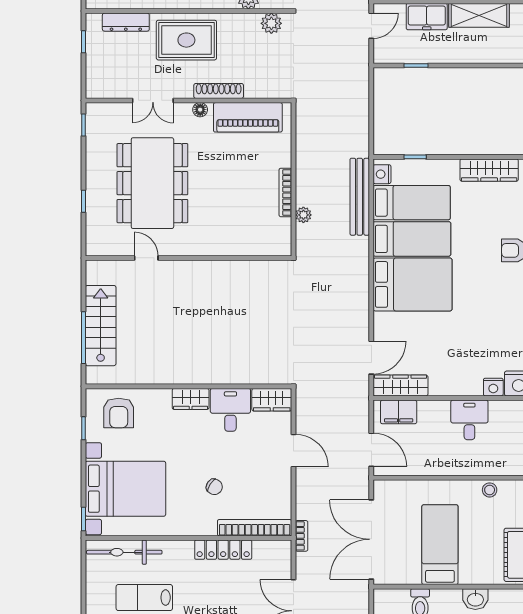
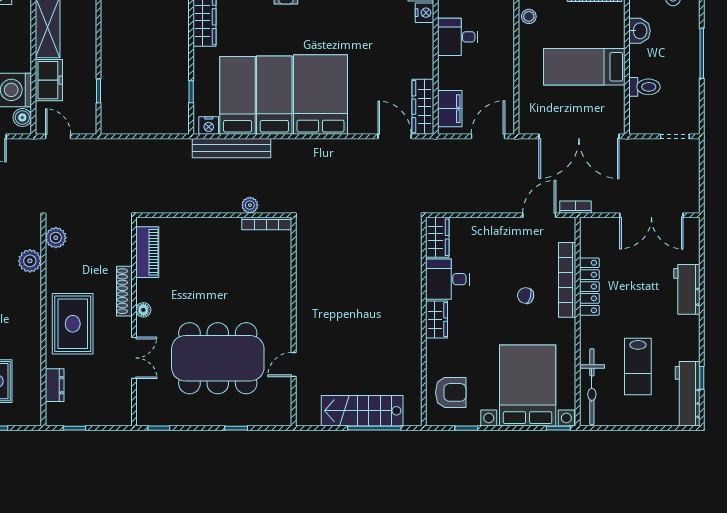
dresser: (126, 22) -> (55, 385), width x0.70
piano: (248, 117) -> (147, 252), width x0.73, depth x0.75
bookcase: (285, 192) -> (267, 224), moved
door: (293, 451) -> (539, 215), moved
chair: (214, 487) -> (526, 296), turned -109
bookcase: (255, 528) -> (567, 280), moved

